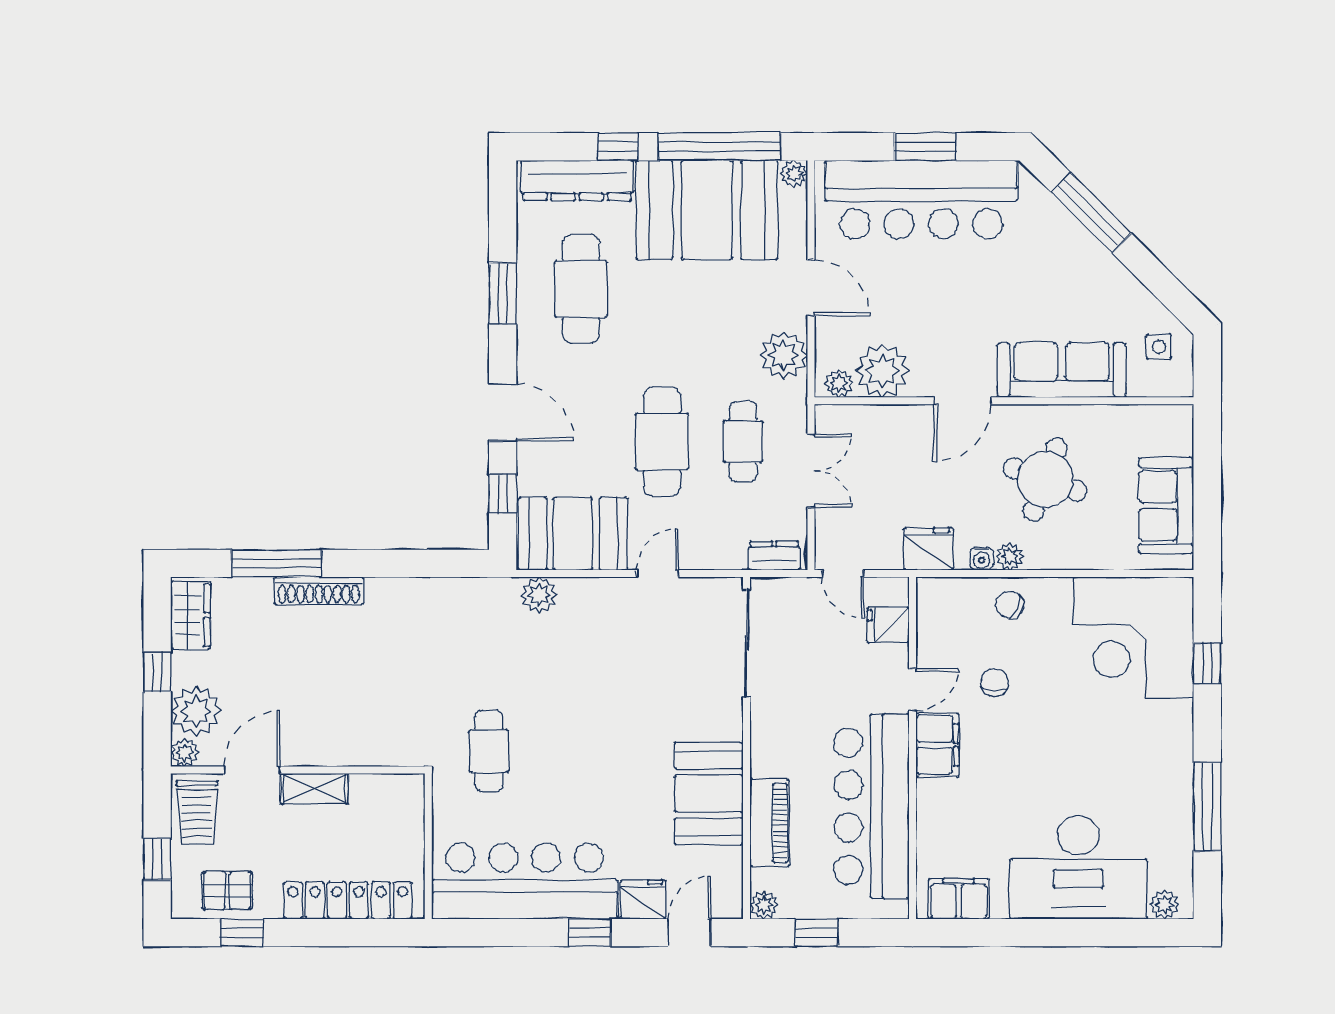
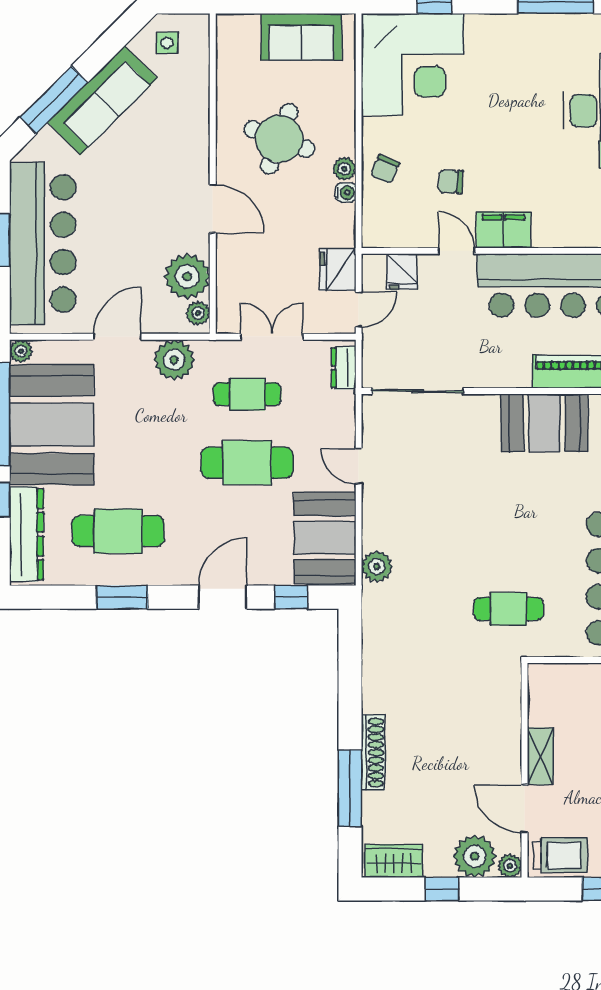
sofa: (1062, 370) -> (102, 100), moved, turned -135
fridge: (929, 549) -> (338, 270), moved

